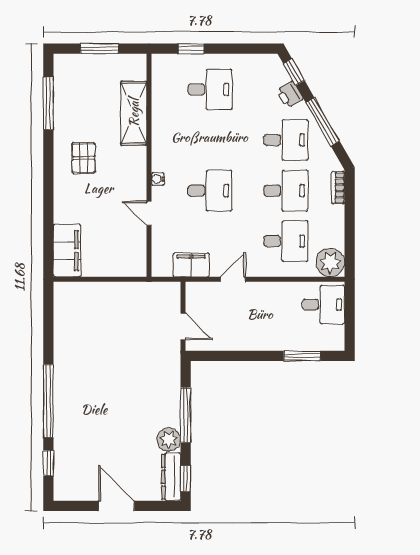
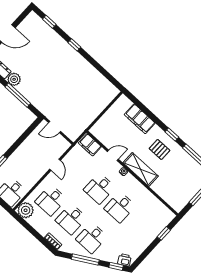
desk: (210, 89) -> (120, 207), moved
printer: (290, 95) -> (124, 260), moved
shelving: (134, 113) -> (141, 169), moved
window: (48, 160) -> (172, 135), added
filing cabinet: (67, 251) -> (140, 119), moved
filing cabinet: (191, 265) -> (90, 145), moved, turned 90
window: (48, 401) -> (74, 45), width x0.32

